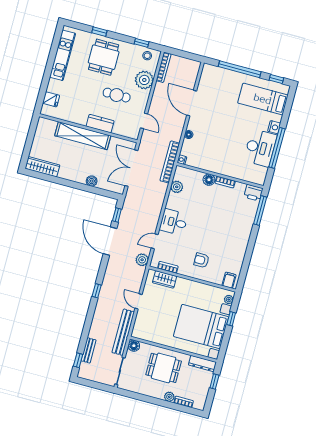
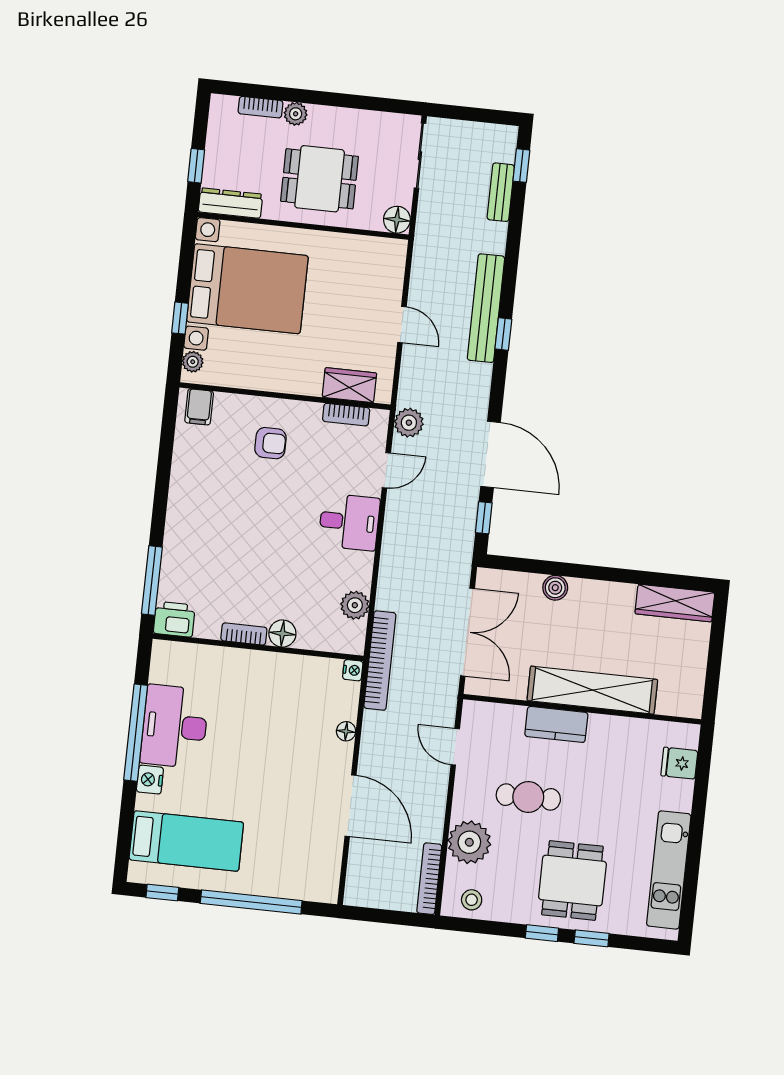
window: (142, 43) -> (542, 933), moved
bench: (123, 332) -> (486, 308), moved

